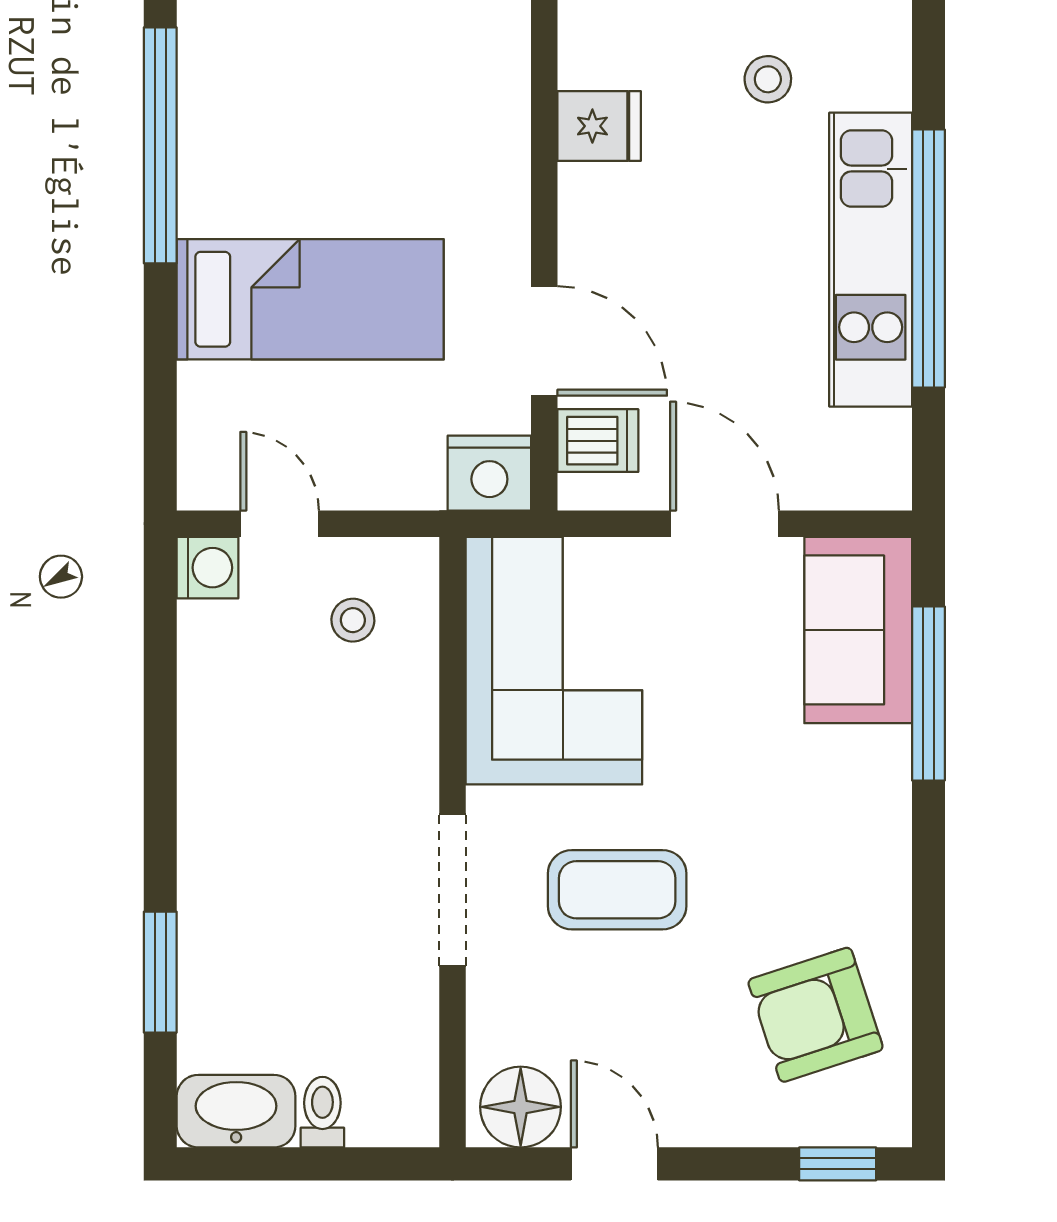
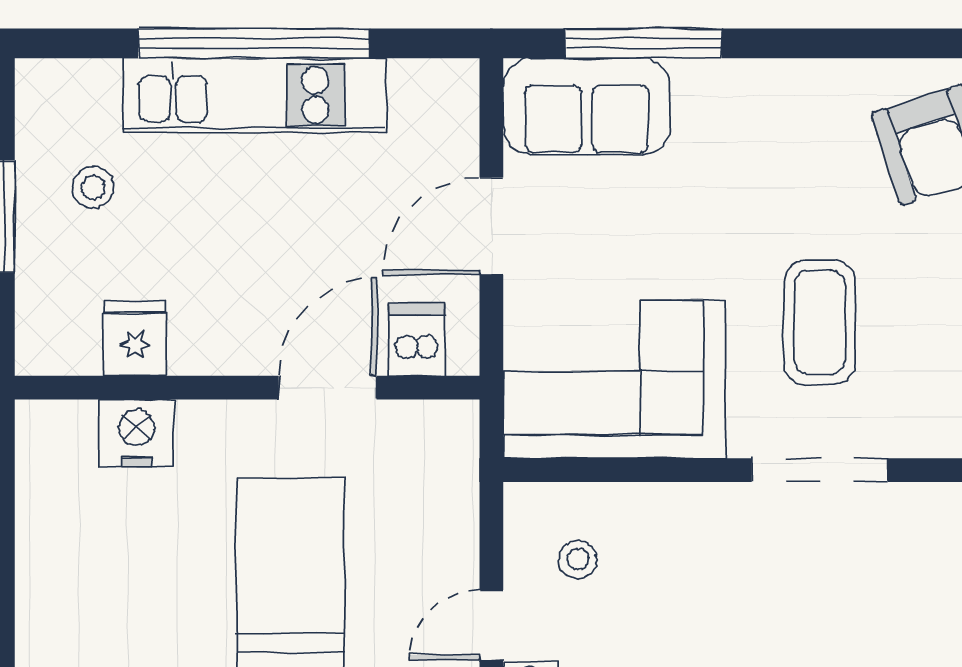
nightstand: (489, 473) -> (137, 433), moved, turned -90

